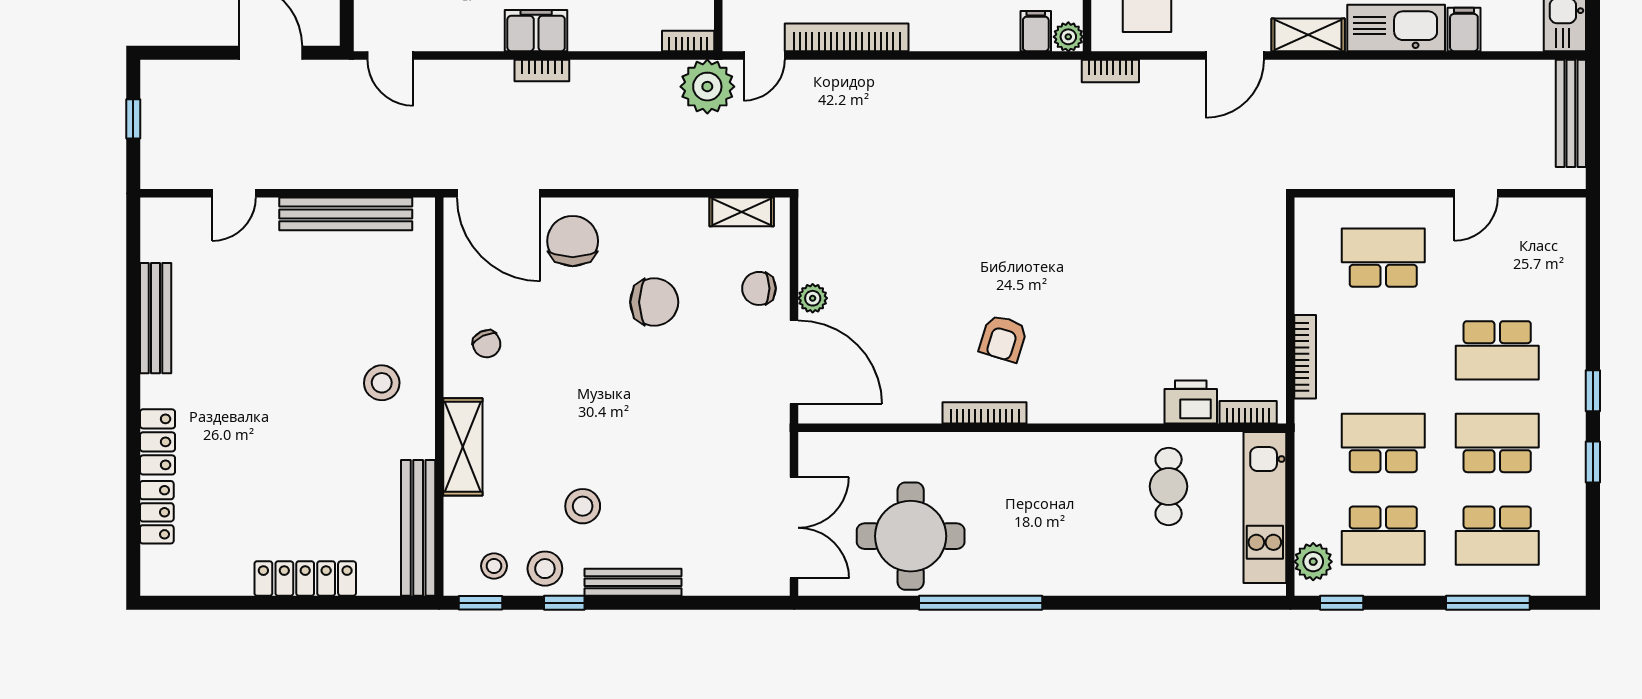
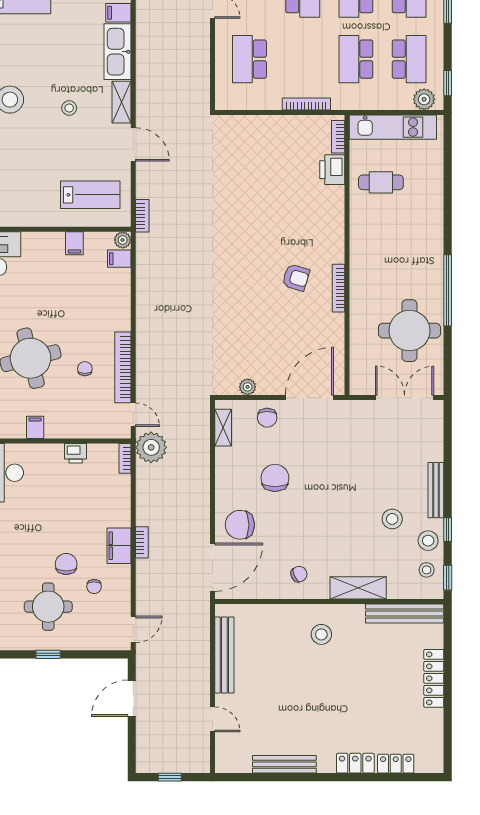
plant: (813, 298) -> (248, 387), moved

